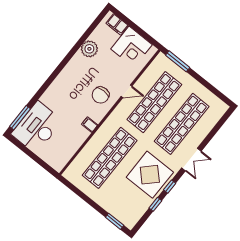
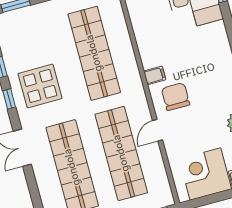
filing cabinet: (90, 125) -> (155, 75), moved
display table: (150, 175) -> (40, 86), width x0.73, depth x0.73

